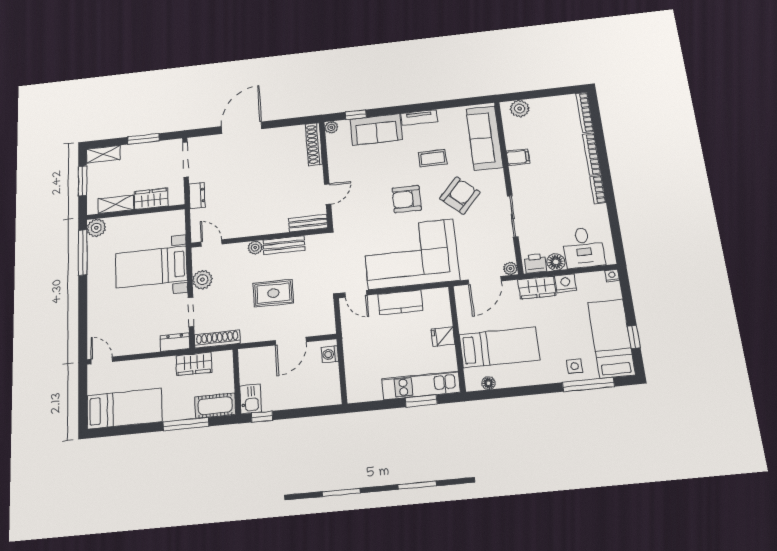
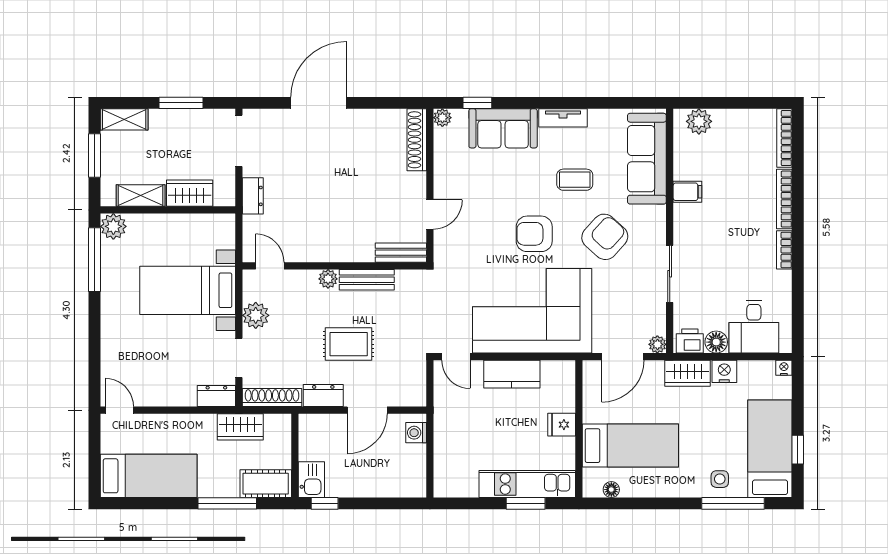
dresser: (256, 333) -> (323, 396), added

